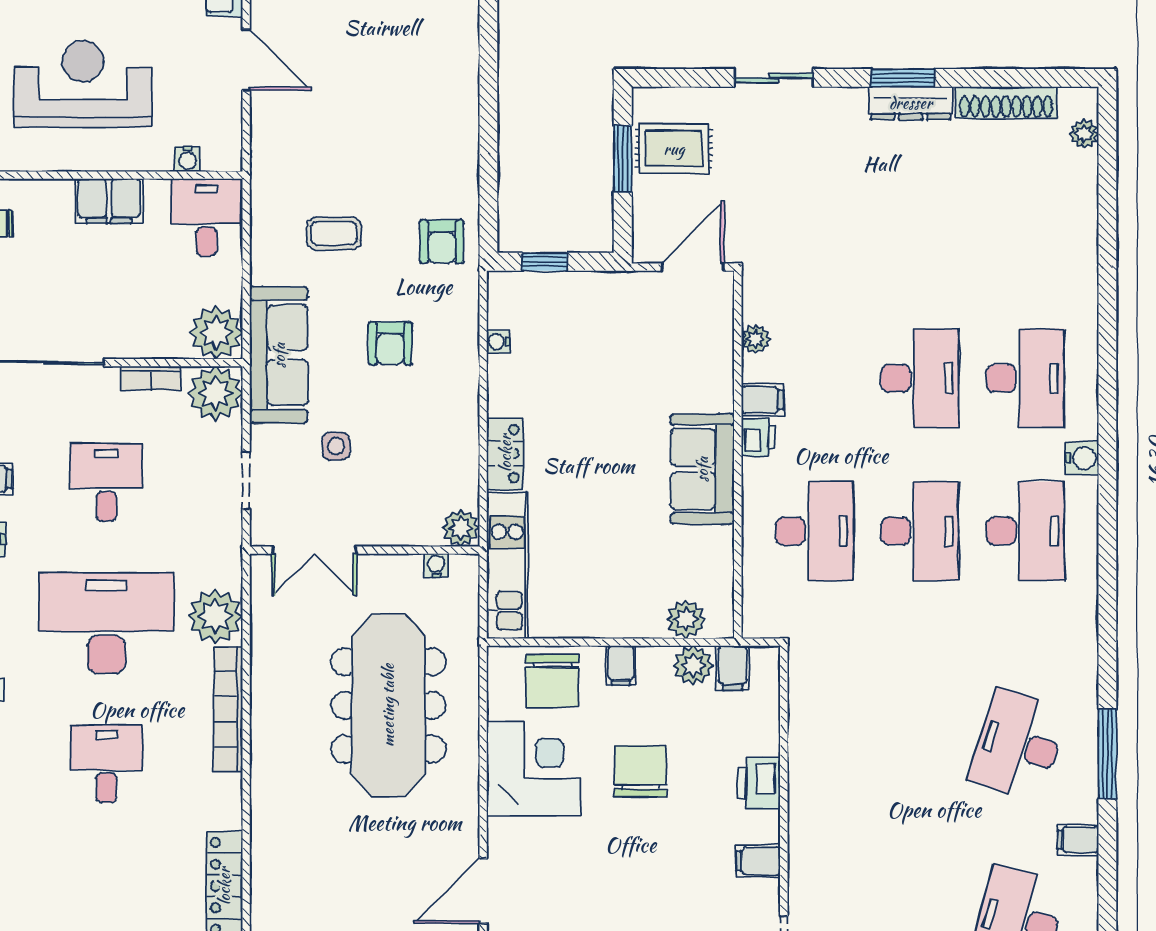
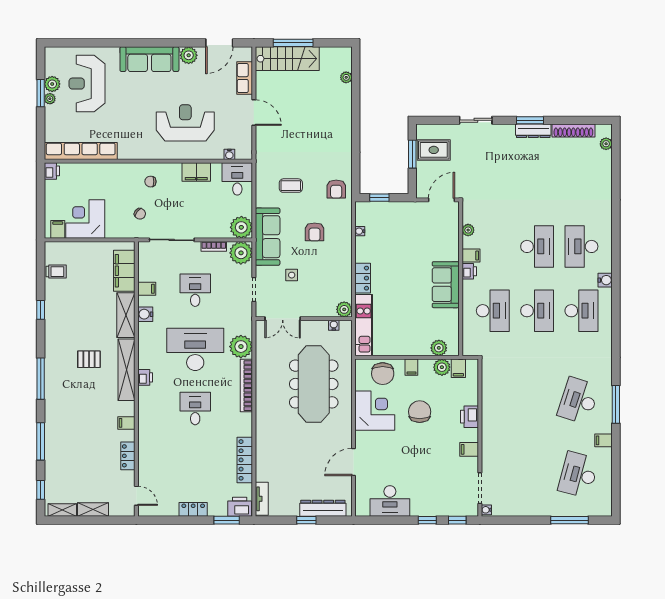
desk: (1025, 378) -> (581, 246), turned 180

